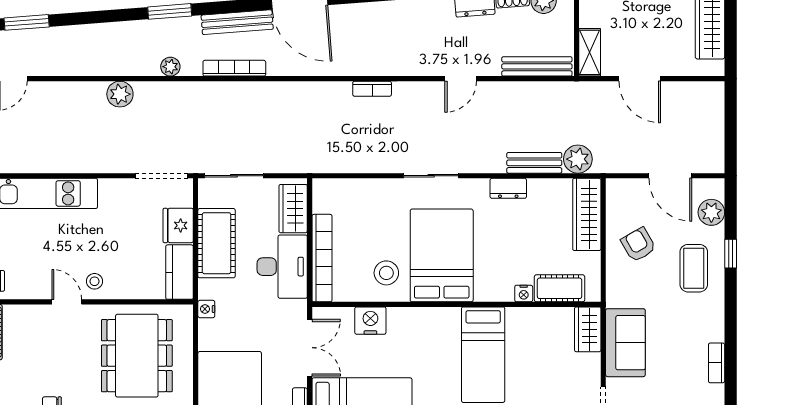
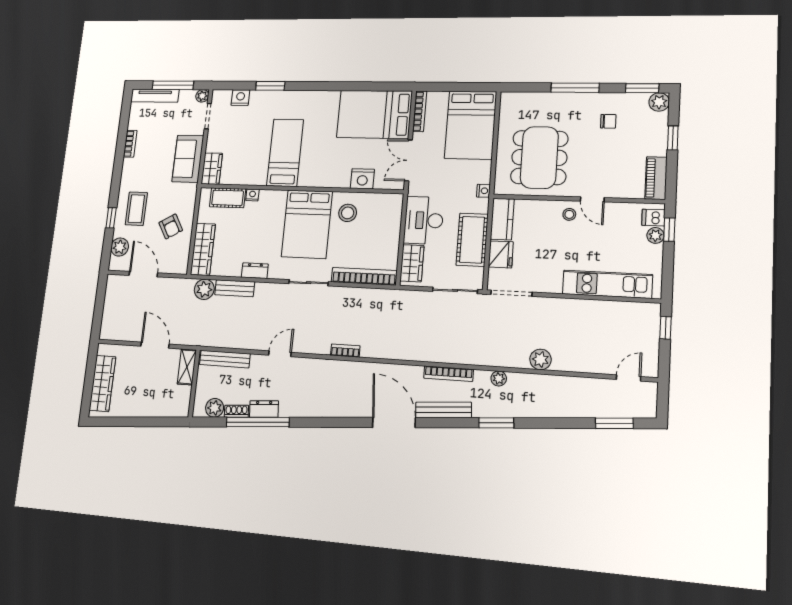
bookcase: (322, 258) -> (364, 276), moved, turned 90

